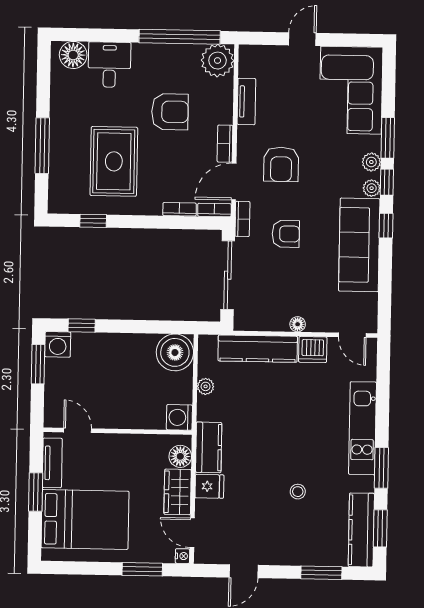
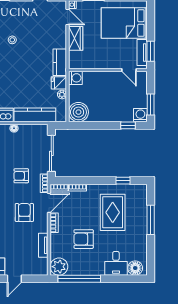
floor lamp: (180, 456) -> (75, 57), removed
fridge: (209, 486) -> (59, 83), moved
window: (36, 492) -> (151, 51), moved

